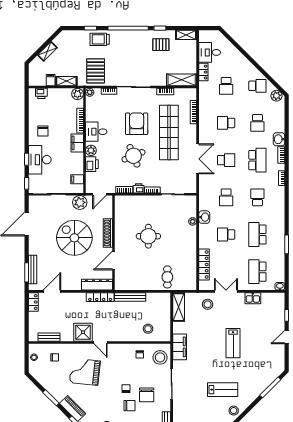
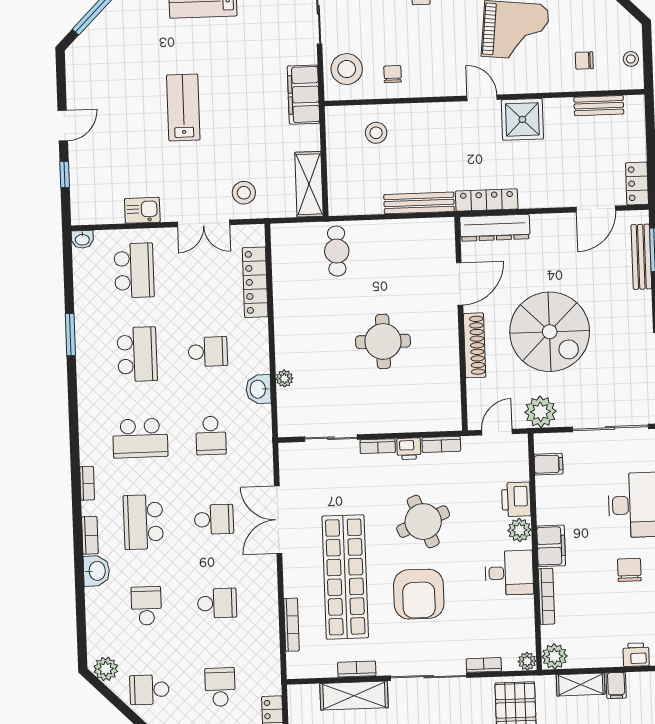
shelving: (182, 80) -> (354, 696), moved
school desk: (226, 160) -> (214, 519), turned 180
school desk: (226, 197) -> (211, 436), turned 180
school desk: (257, 197) -> (140, 438), width x1.85

